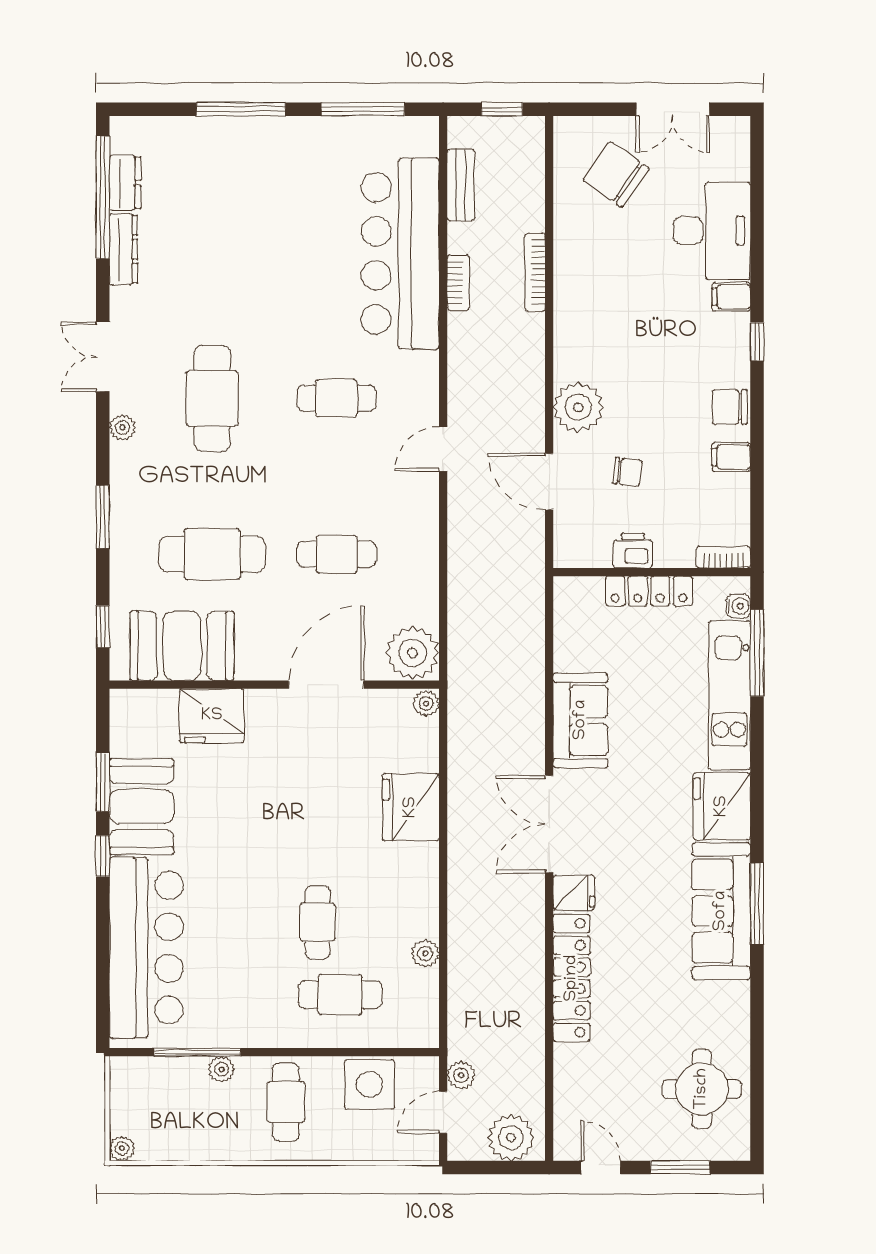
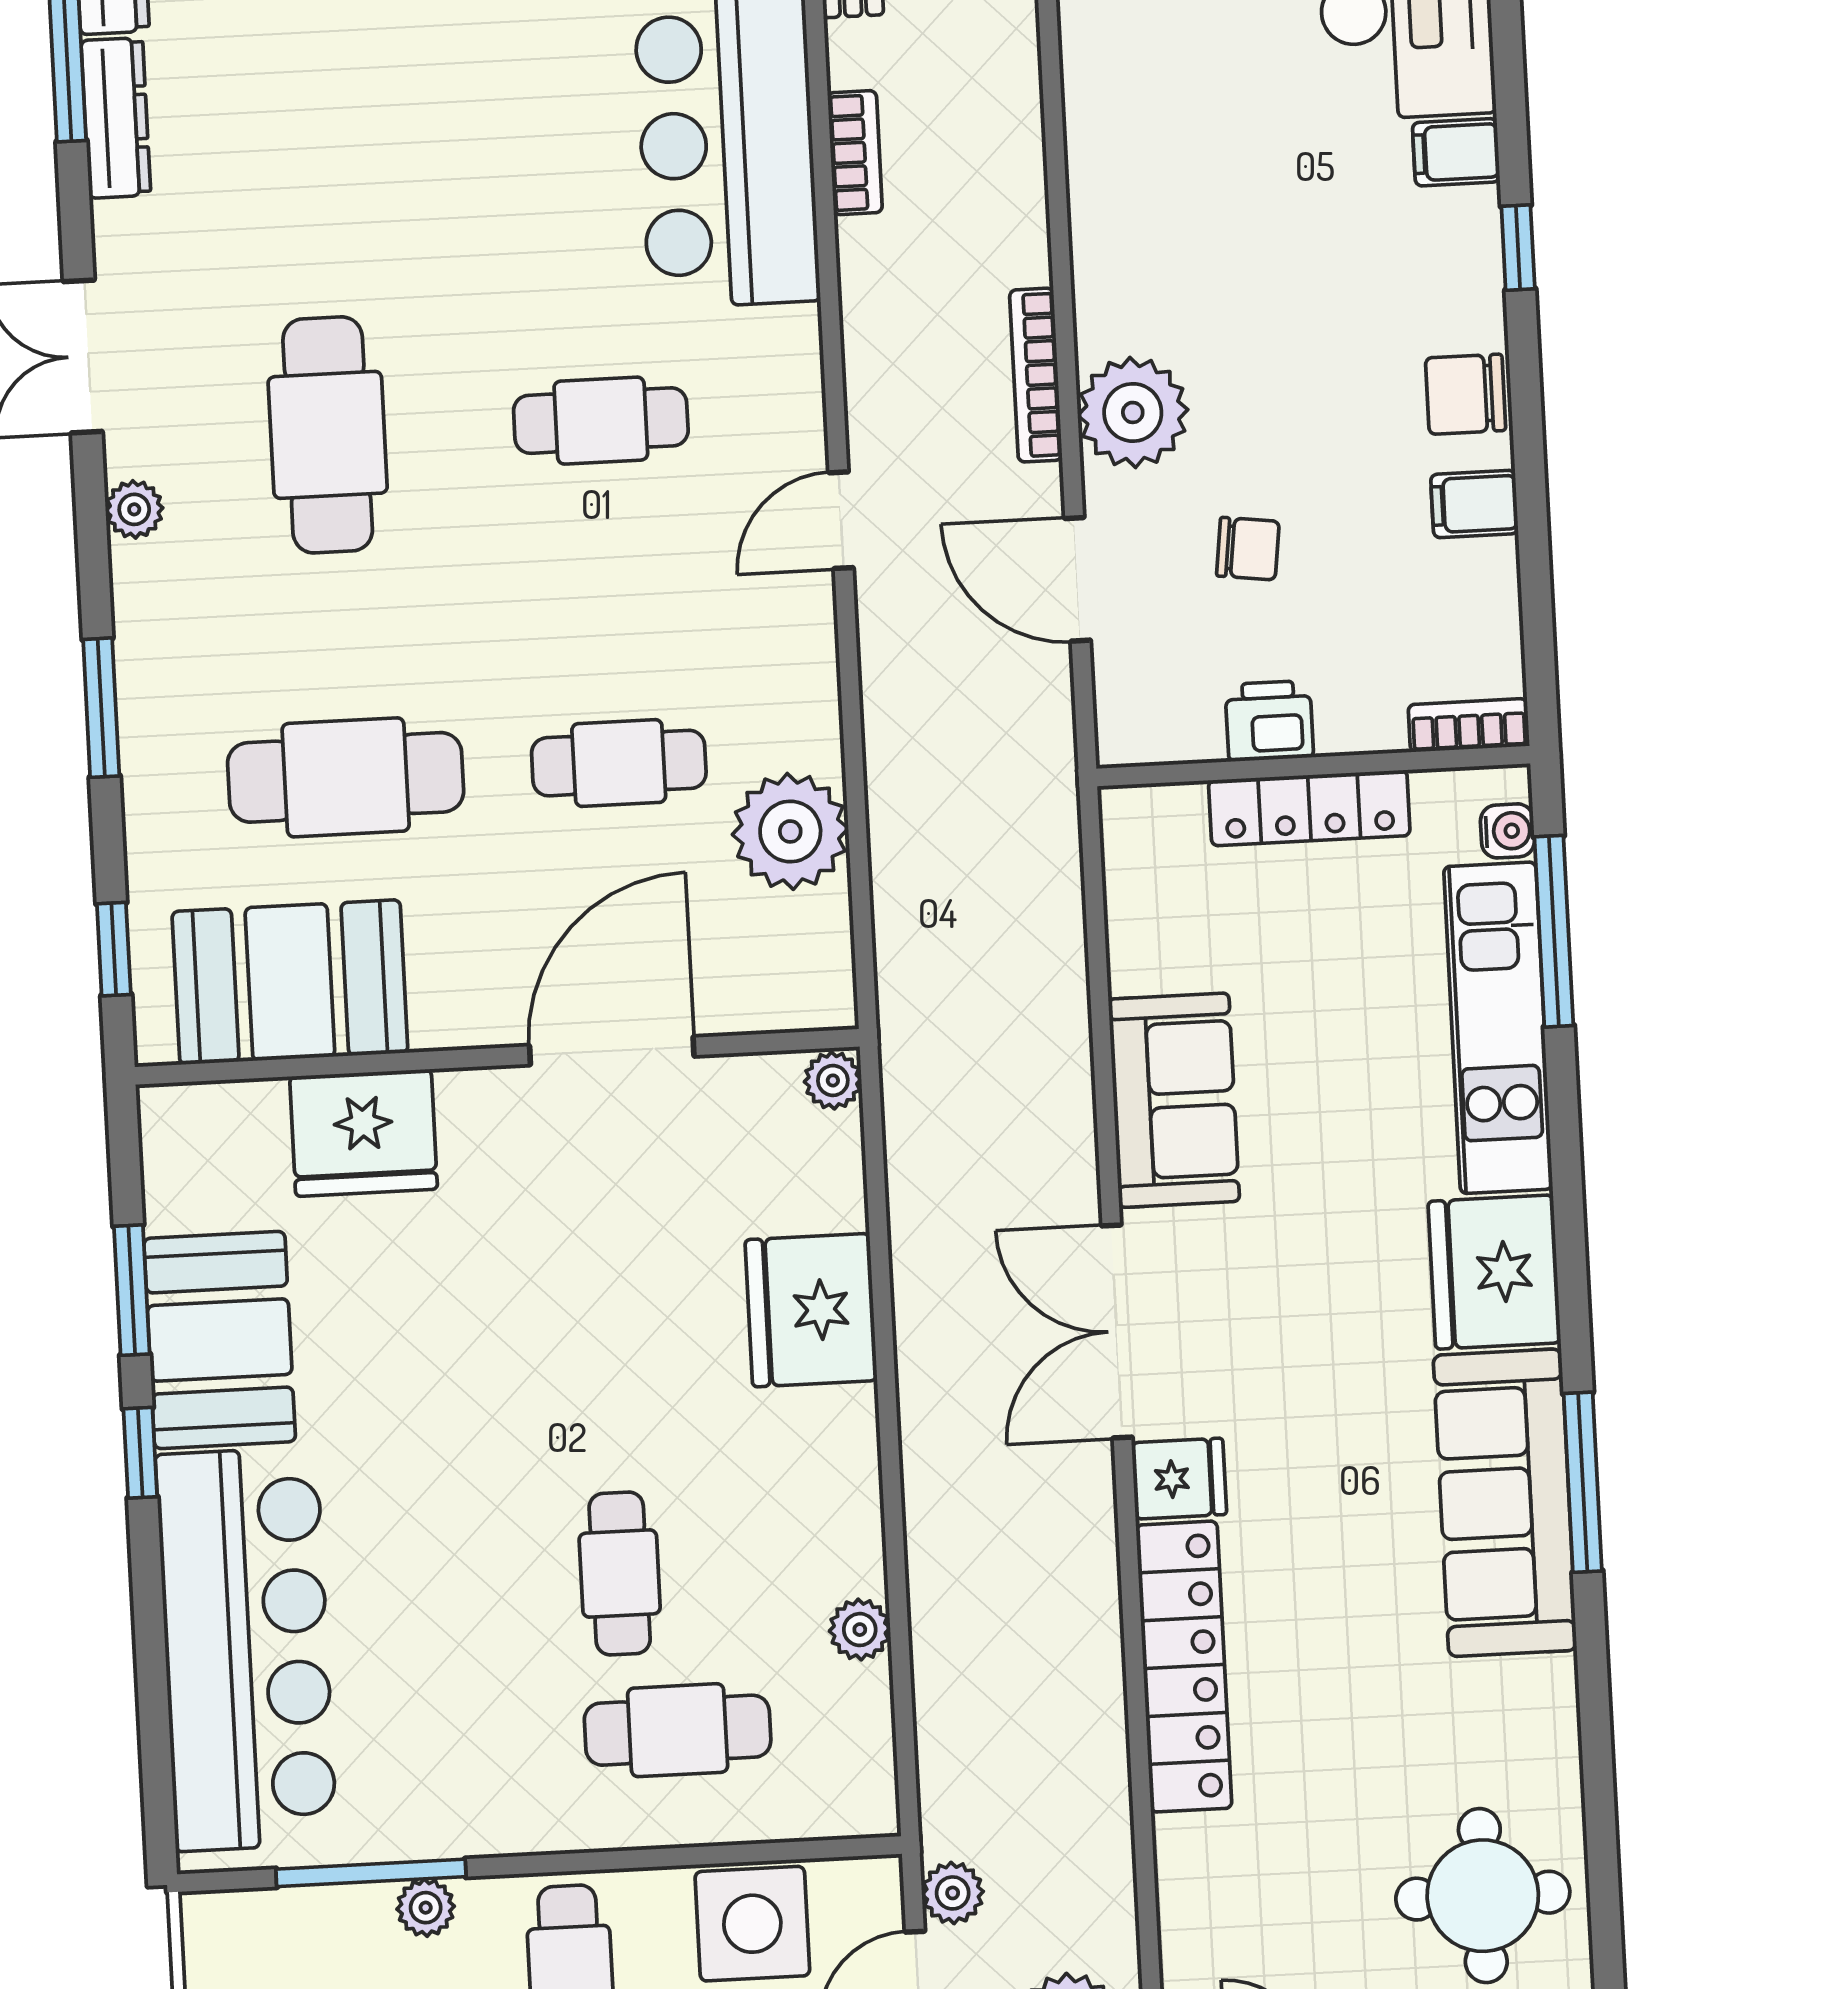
bookcase: (535, 272) -> (1036, 375), moved
plant: (413, 653) -> (790, 831), moved

